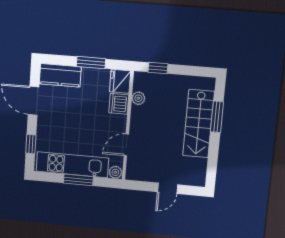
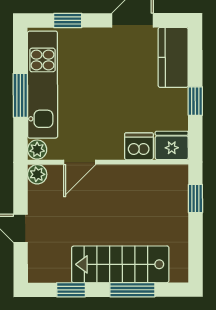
window: (91, 63) -> (195, 101), width x0.67
plant: (138, 98) -> (37, 174), moved
door: (126, 145) -> (80, 162), swing flipped
window: (213, 159) -> (71, 290), added

